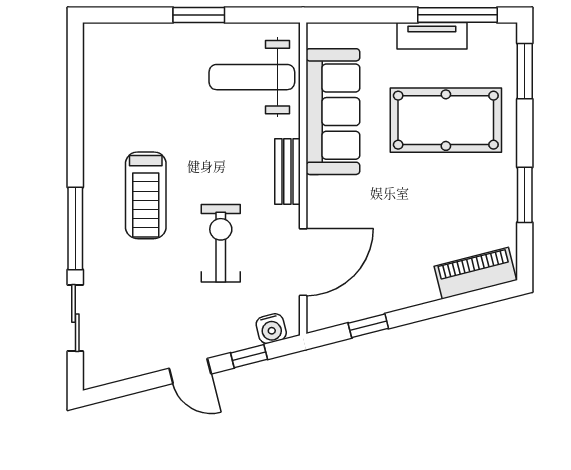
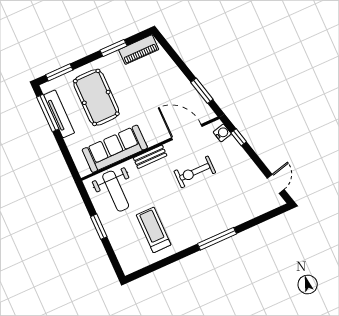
tv unit: (432, 36) -> (59, 114), width x1.41
treadmill: (146, 195) -> (154, 230), moved, turned -90
piano: (475, 273) -> (139, 50), moved, turned -76
sliding door: (75, 318) -> (256, 221), removed
window: (368, 326) -> (202, 91), width x1.50
door: (190, 371) -> (276, 184), moved

